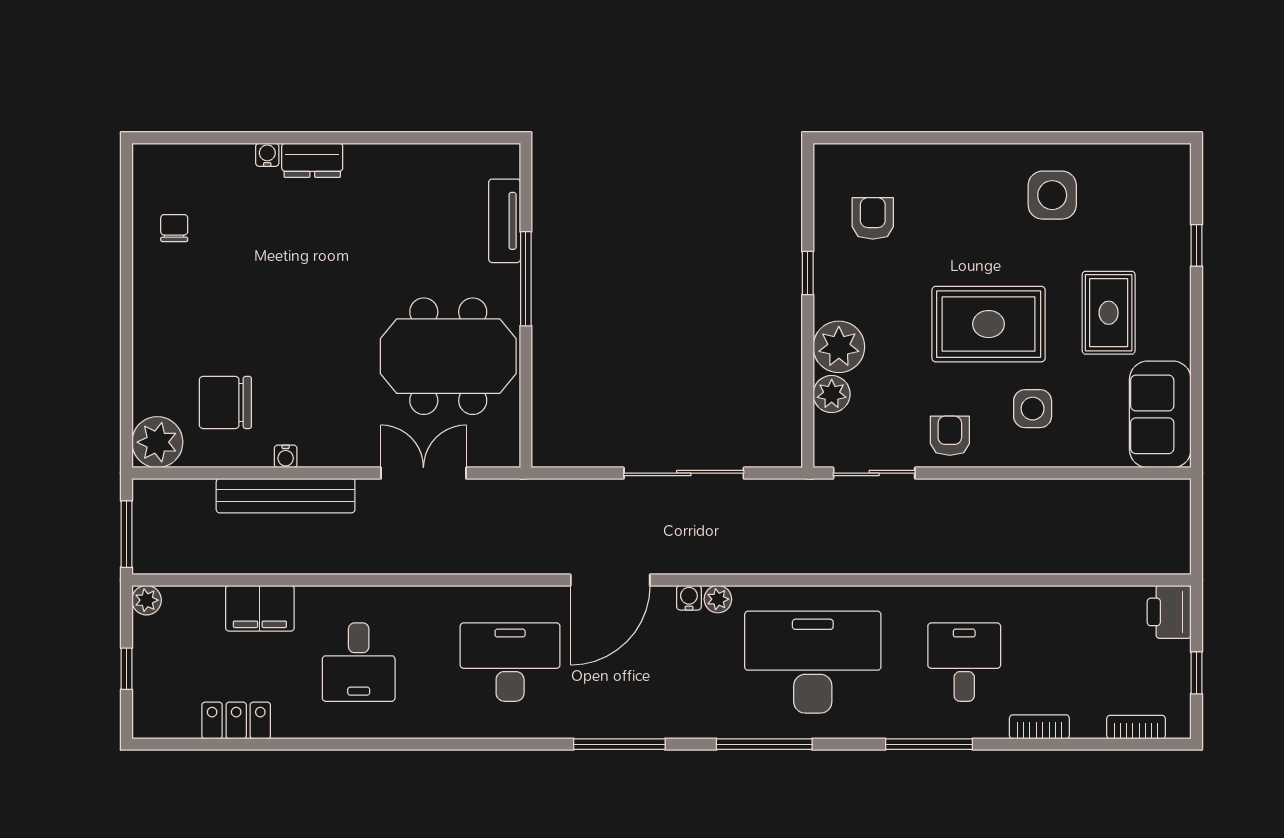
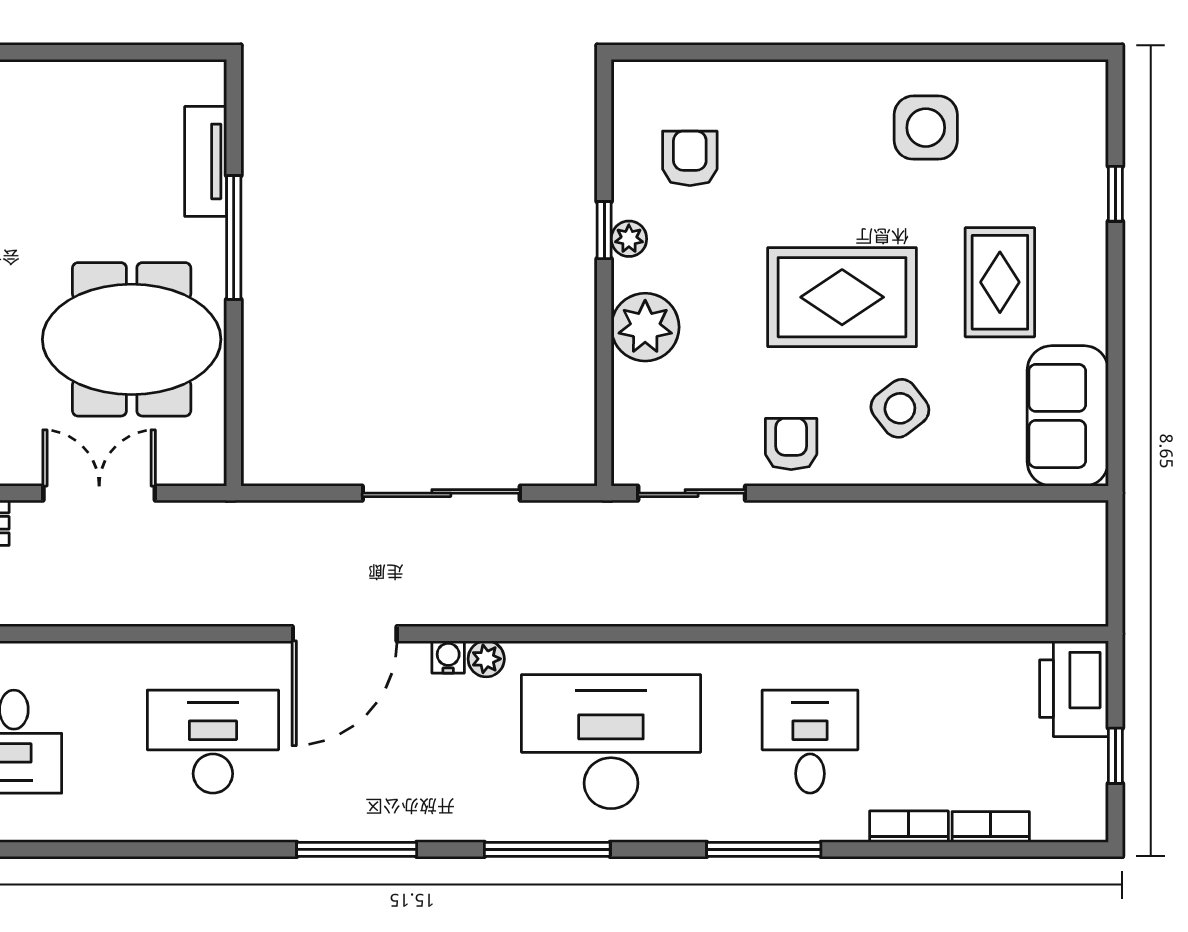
plant: (832, 394) -> (629, 239), moved, width x0.73, depth x0.73
side table: (1033, 409) -> (900, 408), turned -38
printer: (1169, 612) -> (1074, 689), width x1.37, depth x1.19
bookcase: (1136, 727) -> (991, 827), moved

